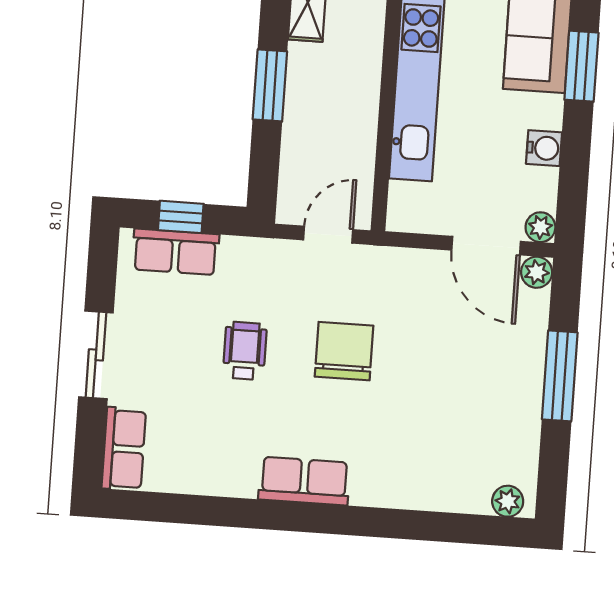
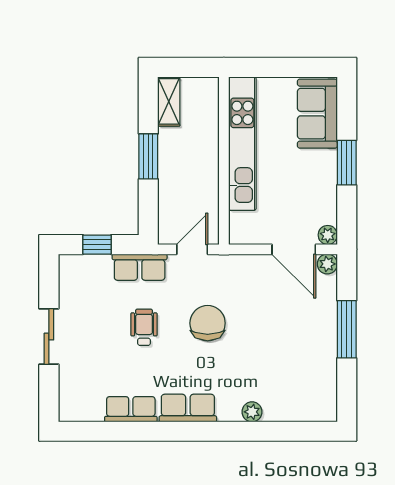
window: (581, 66) -> (347, 163), moved
water cooler: (544, 148) -> (326, 184), removed
row of seats: (176, 252) -> (140, 267), moved
row of seats: (124, 449) -> (131, 409), moved, turned -90
plant: (508, 501) -> (252, 412), moved

